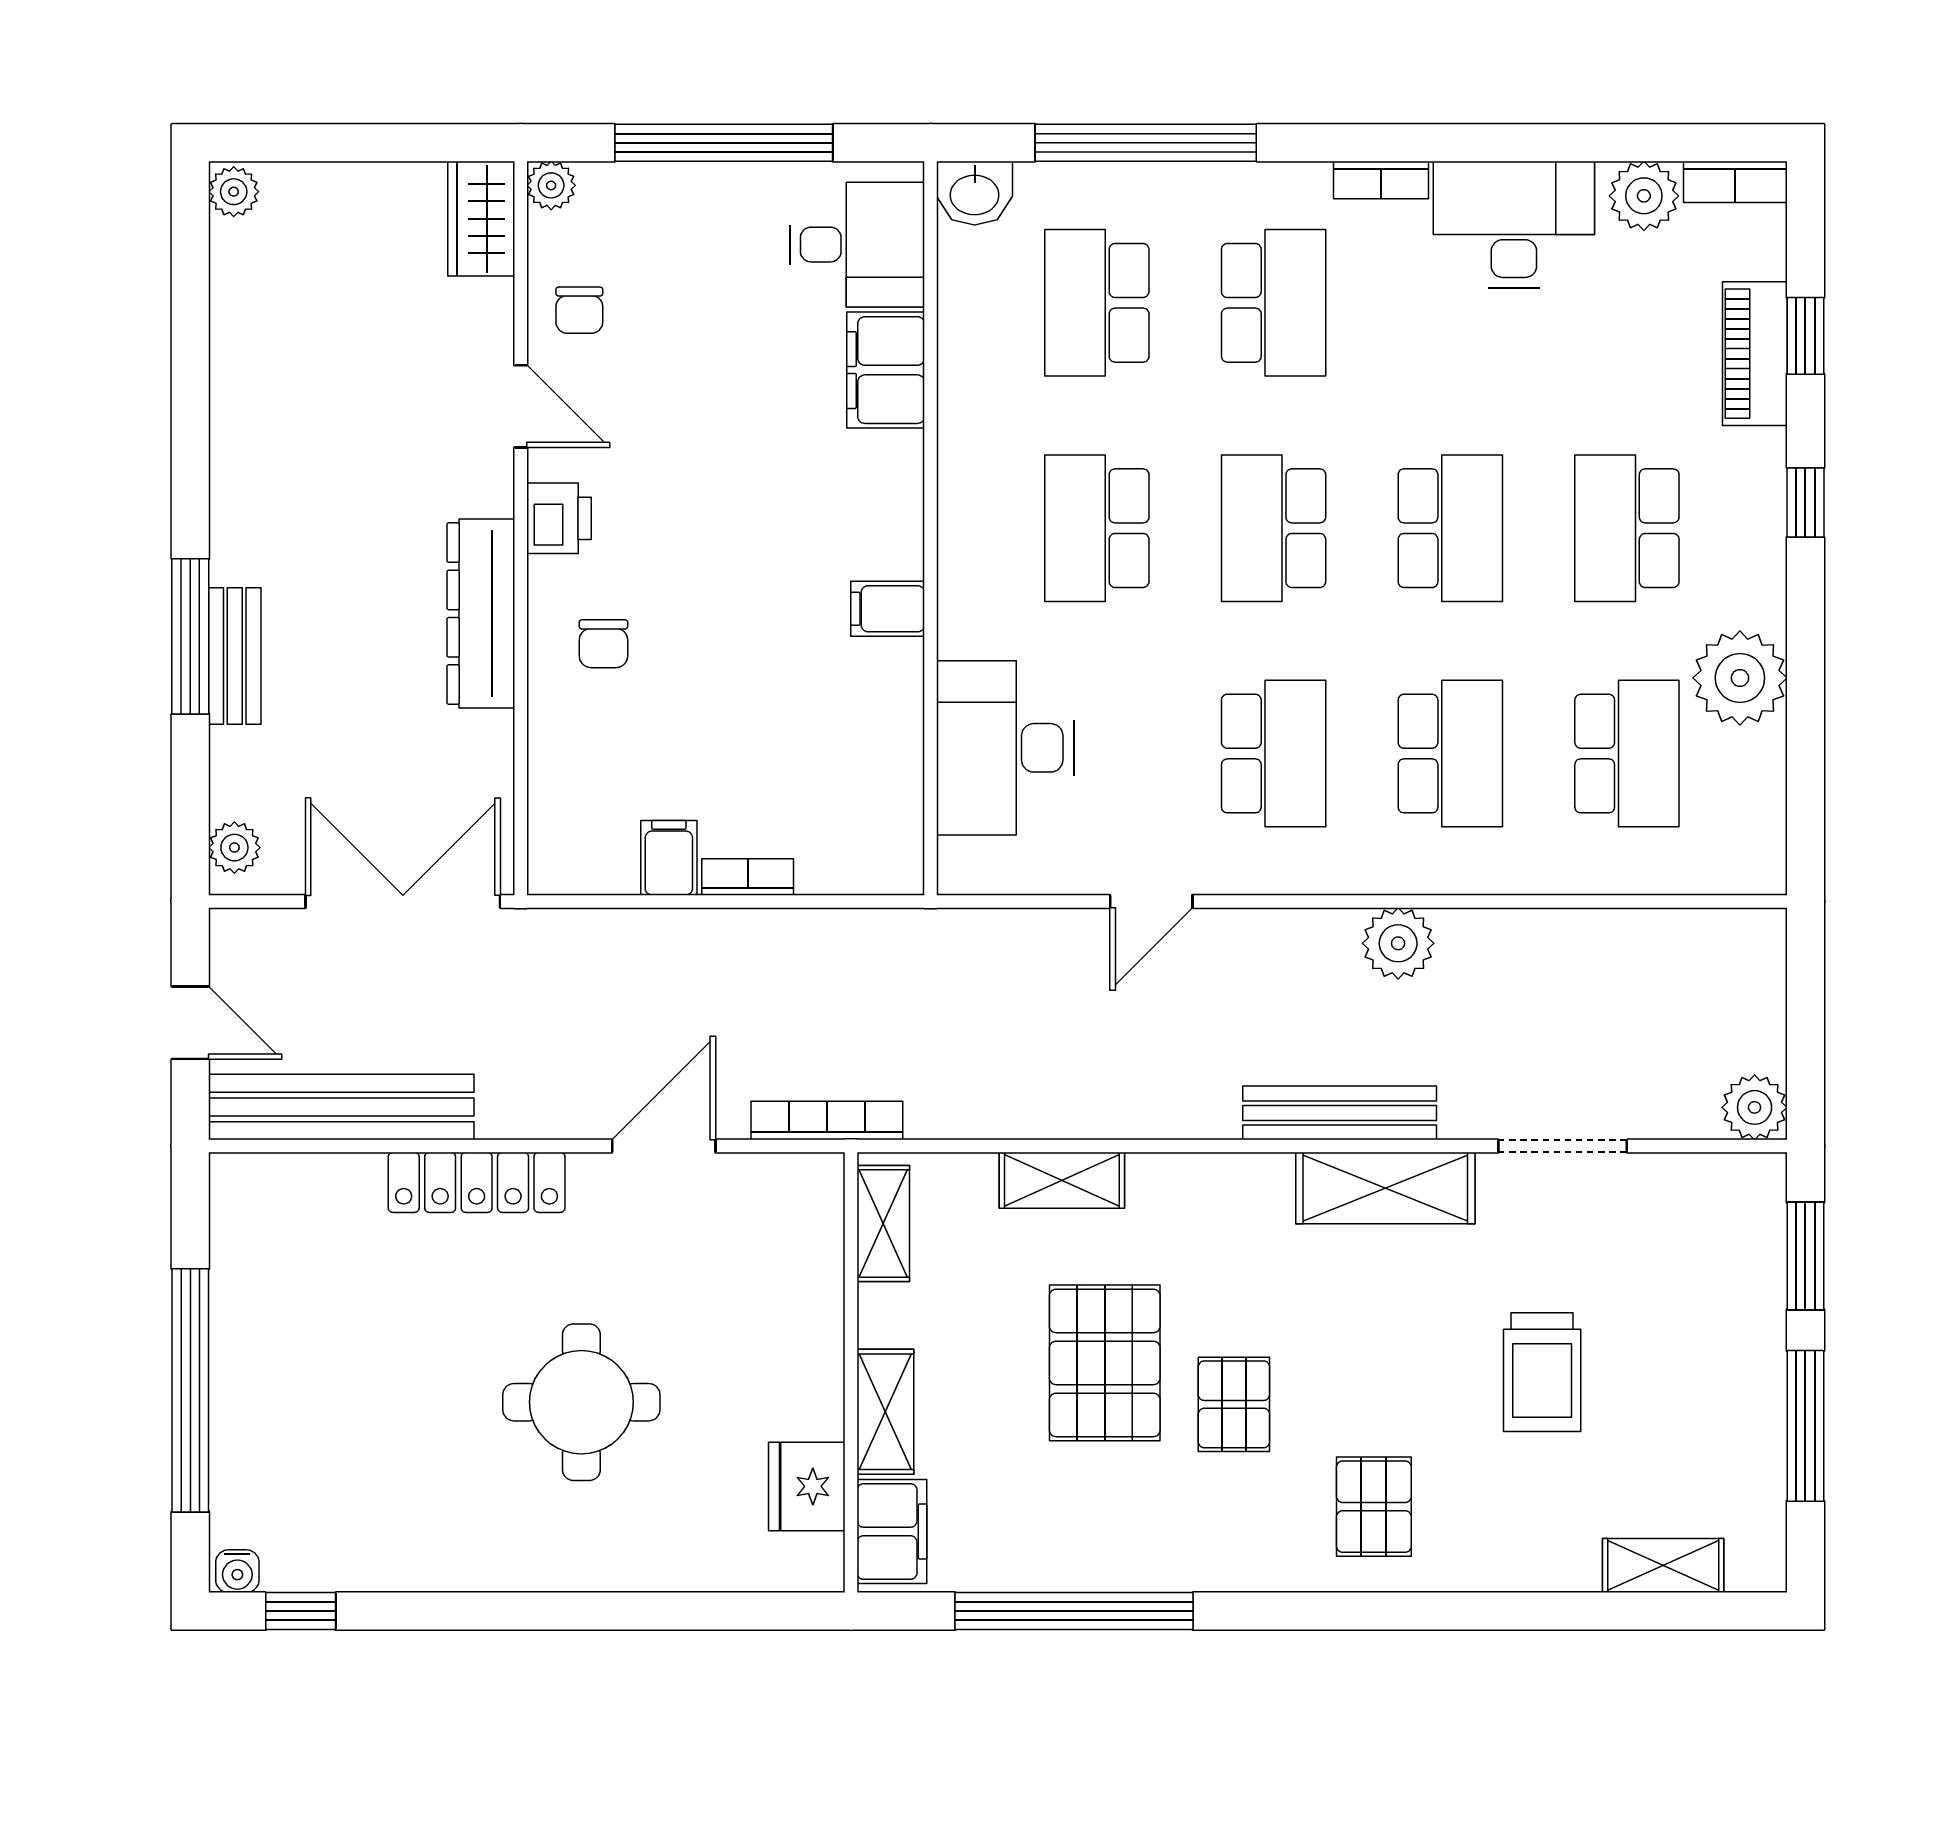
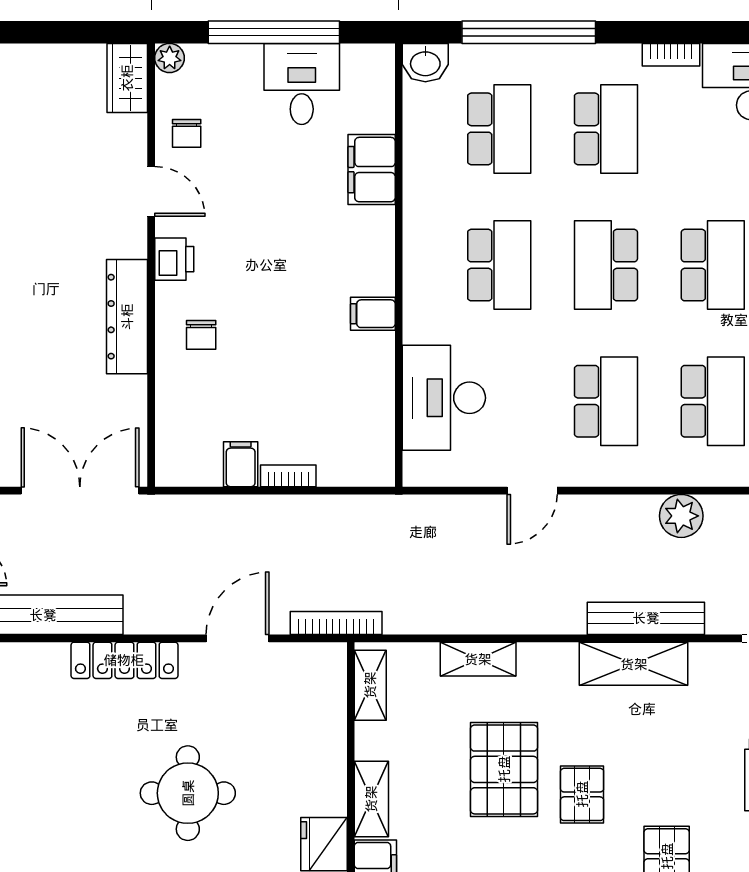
desk: (857, 245) -> (302, 84), moved, turned -90
school desk: (1097, 303) -> (499, 129), turned 180
school desk: (1097, 528) -> (499, 265), turned 180
shelving: (1385, 1188) -> (634, 664), moved

